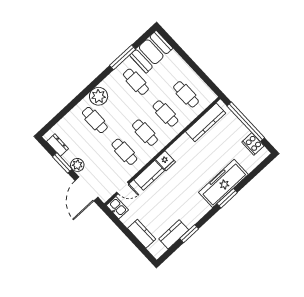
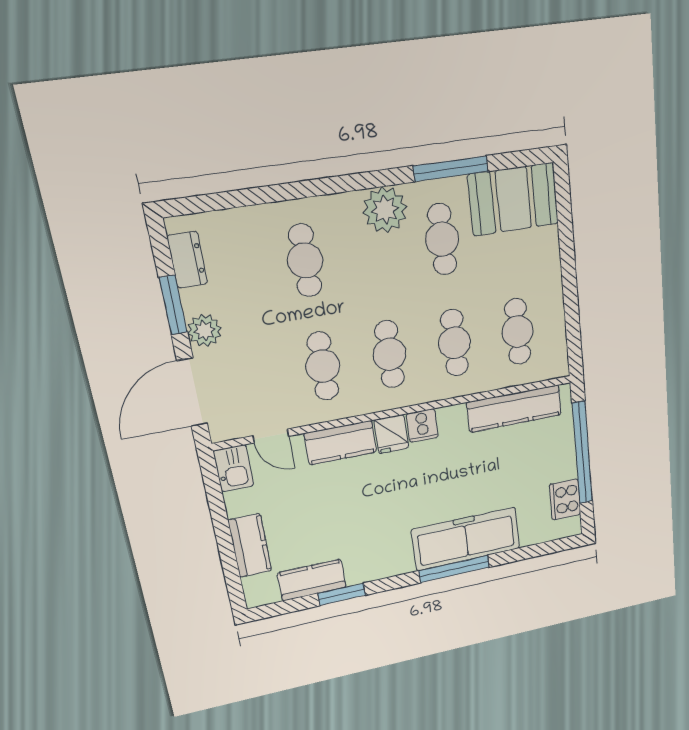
plant: (99, 96) -> (385, 210), moved
cooker: (175, 150) -> (422, 426), added
window: (227, 198) -> (454, 569), width x1.44

